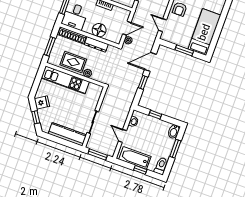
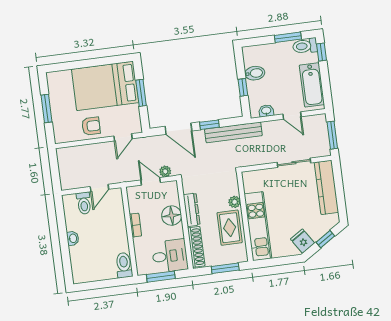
bed: (204, 32) -> (105, 86), width x1.50
bench: (131, 95) -> (233, 132), added
bidet: (174, 131) -> (255, 73), moved
door: (122, 136) -> (292, 115), hinge flipped
window: (175, 149) -> (288, 37), moved
window: (140, 170) -> (321, 52), moved

